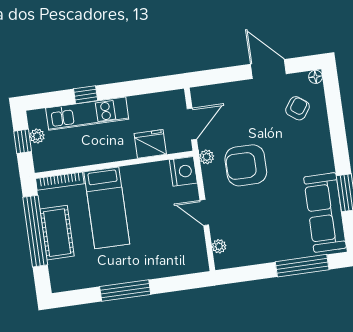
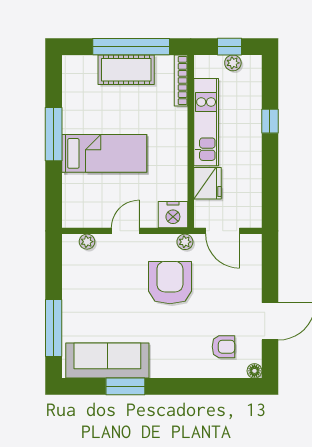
armchair: (297, 108) -> (223, 347), turned -36
kitchen unit: (87, 114) -> (206, 122), moved, turned 180
bed: (107, 208) -> (104, 153), moved, turned 180

